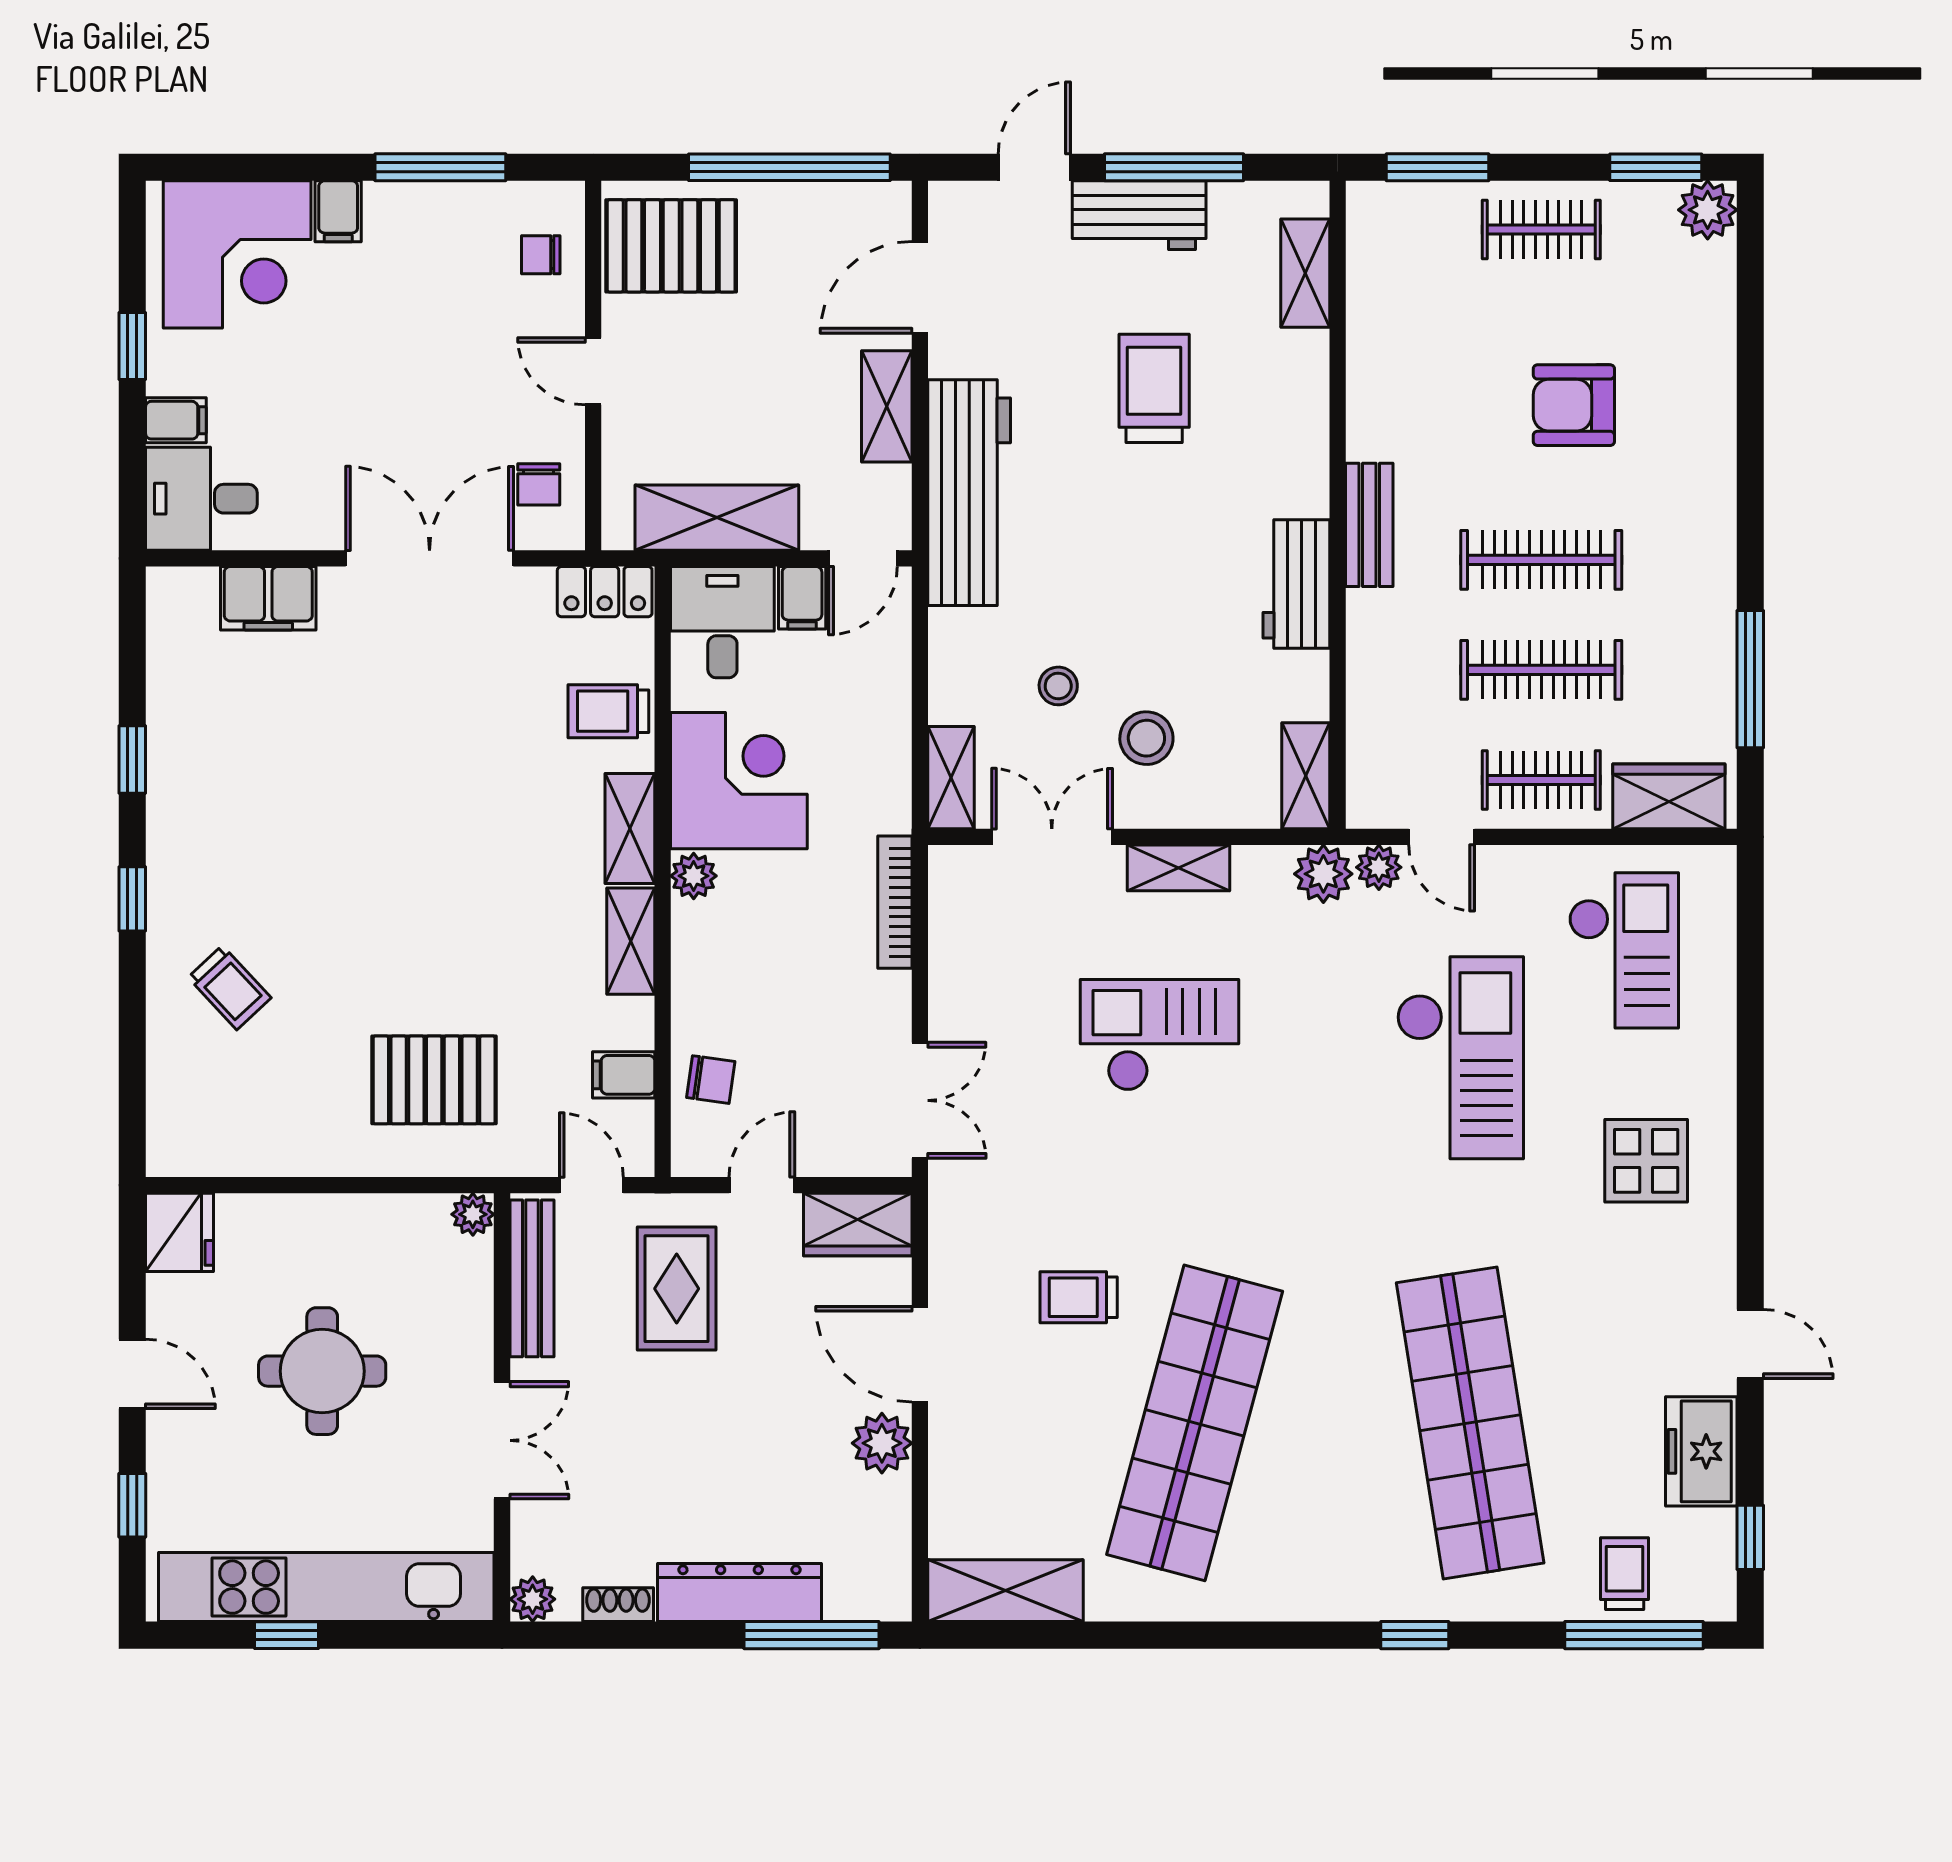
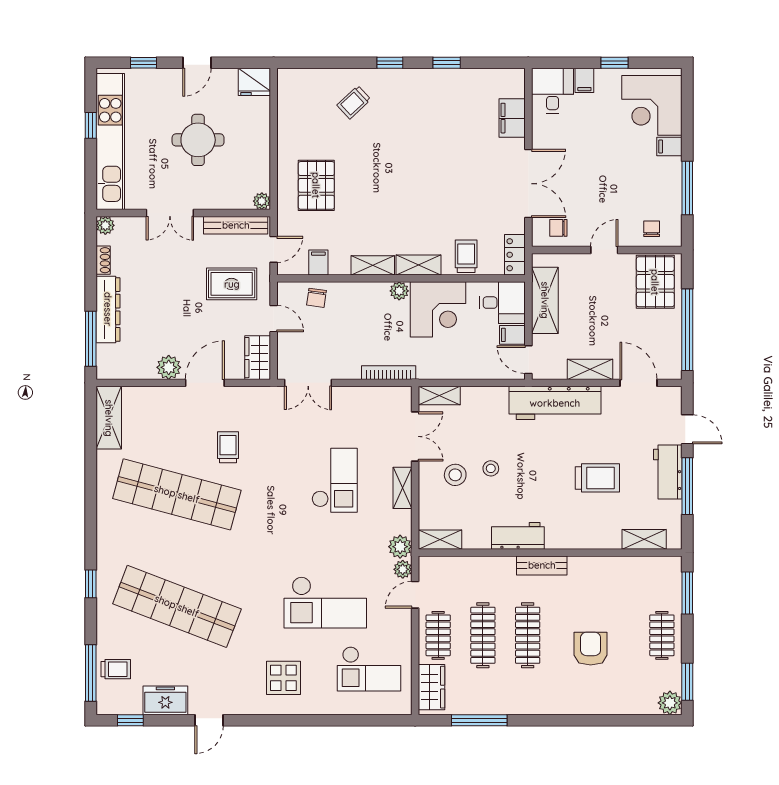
stool: (1058, 686) -> (491, 468), moved
shop shelf: (1470, 1423) -> (177, 606), turned 30

